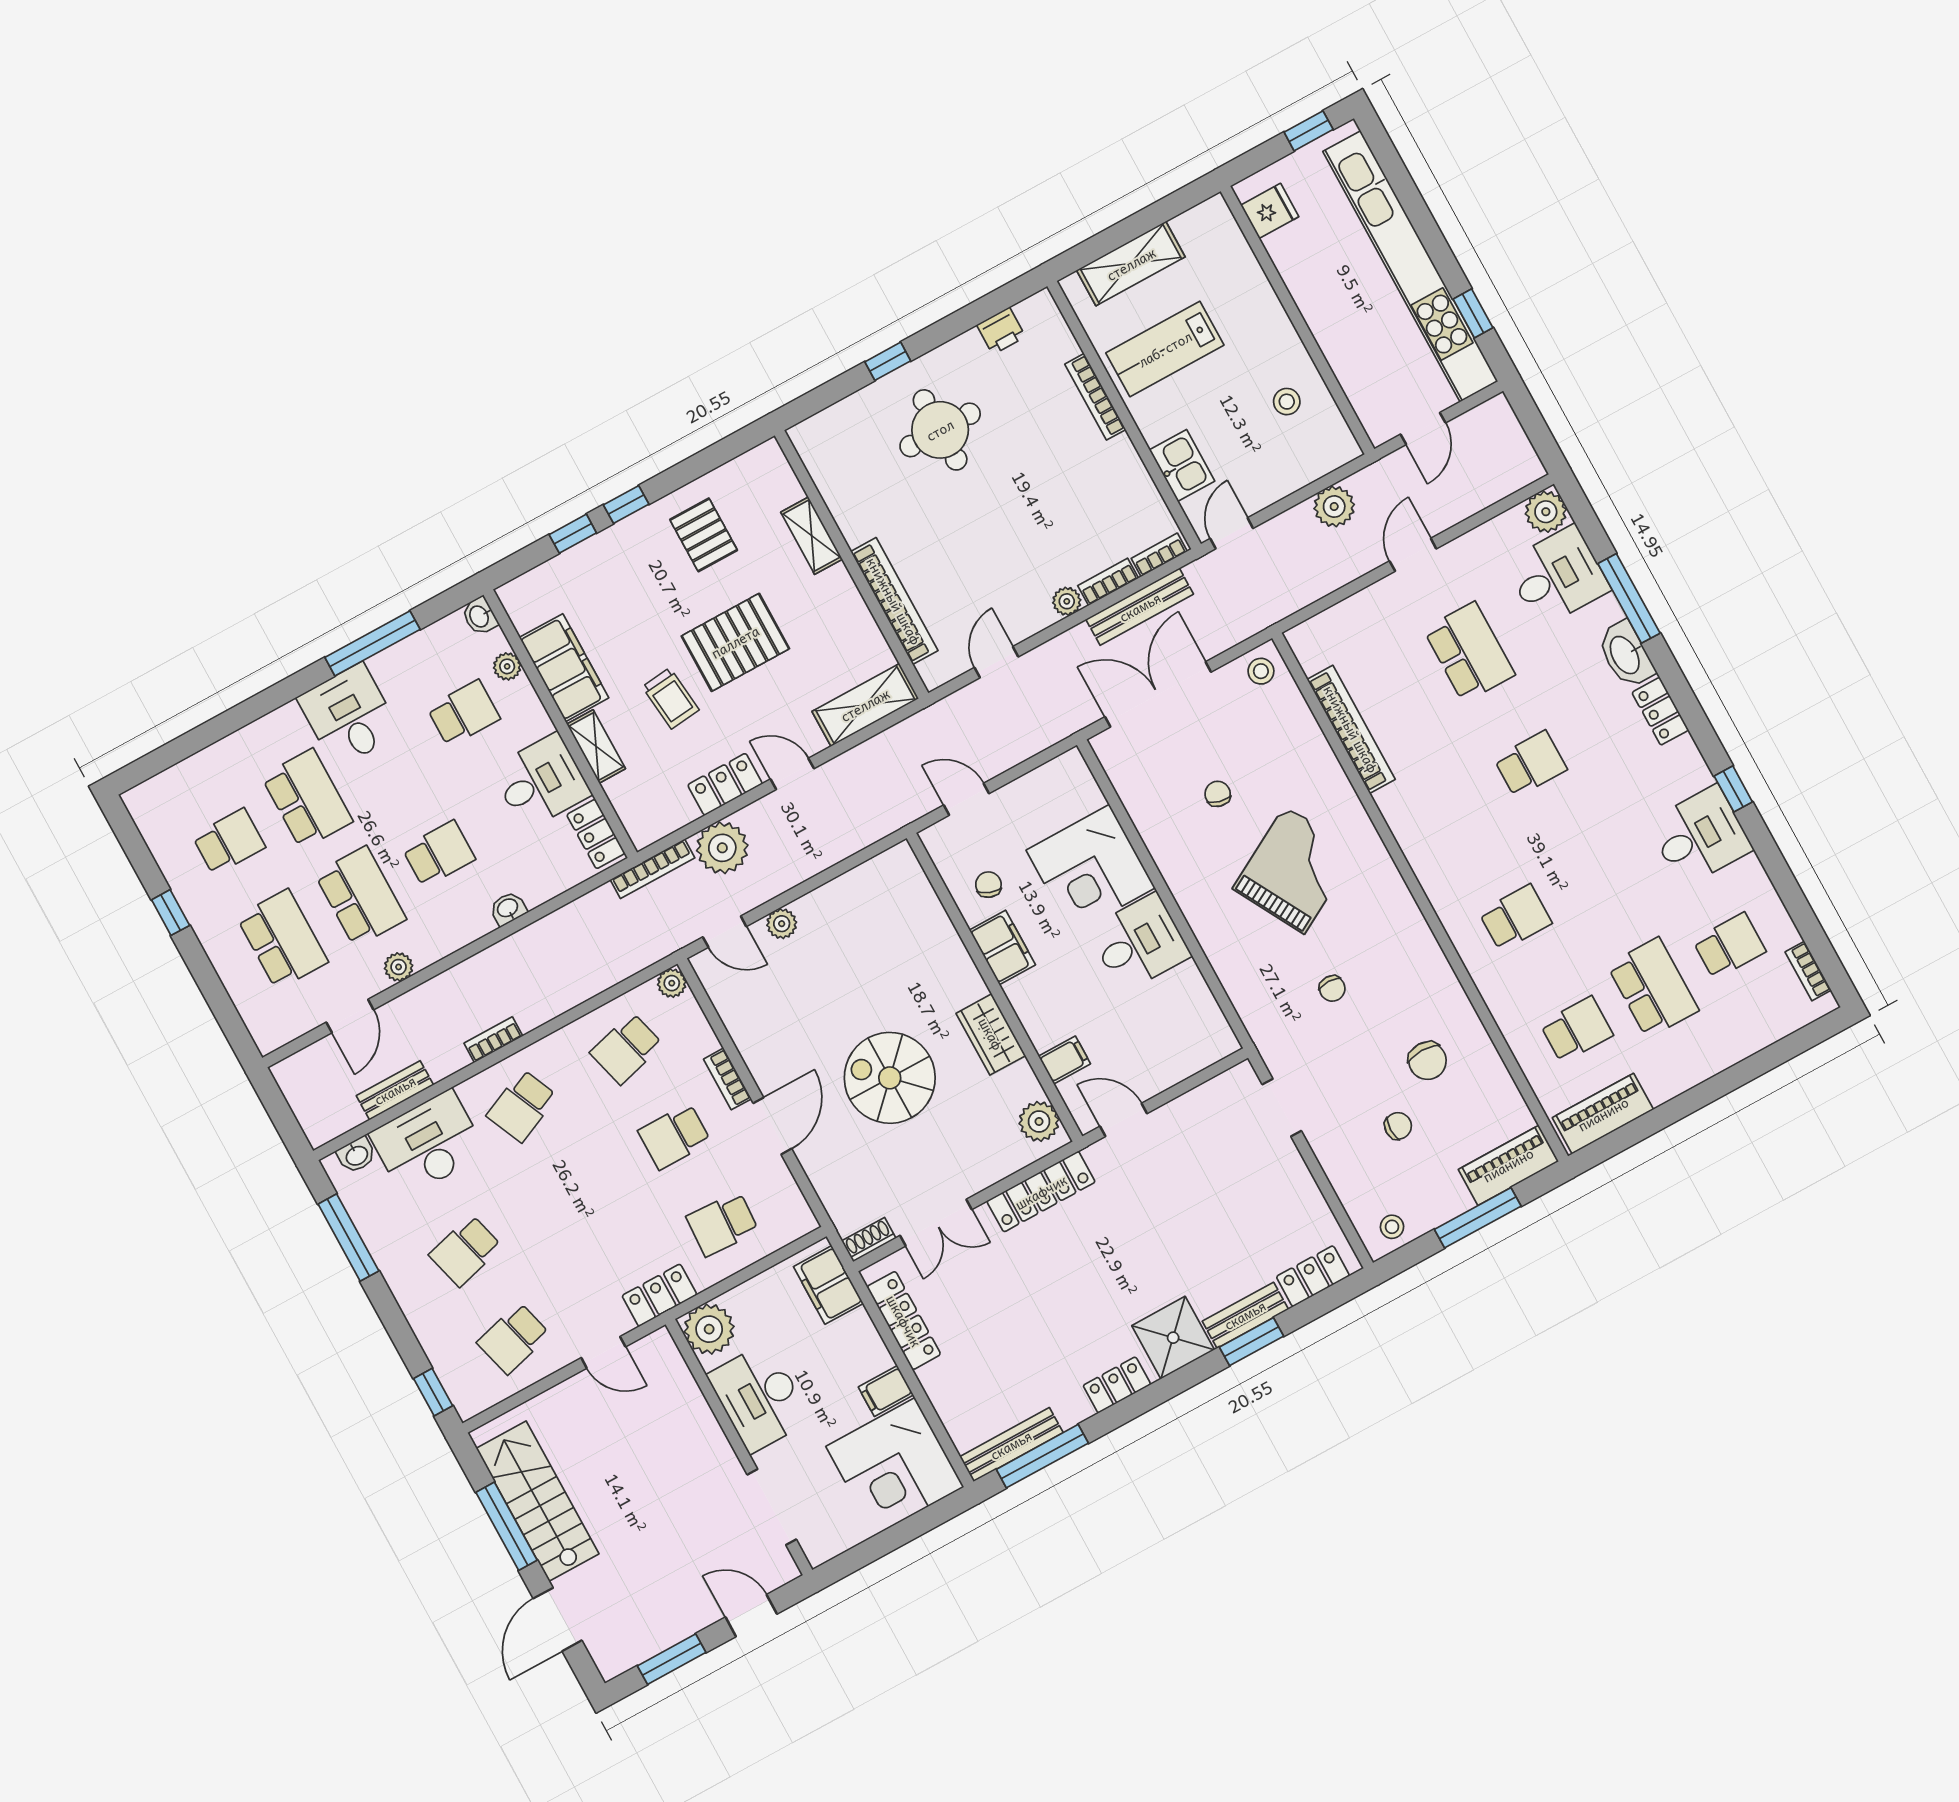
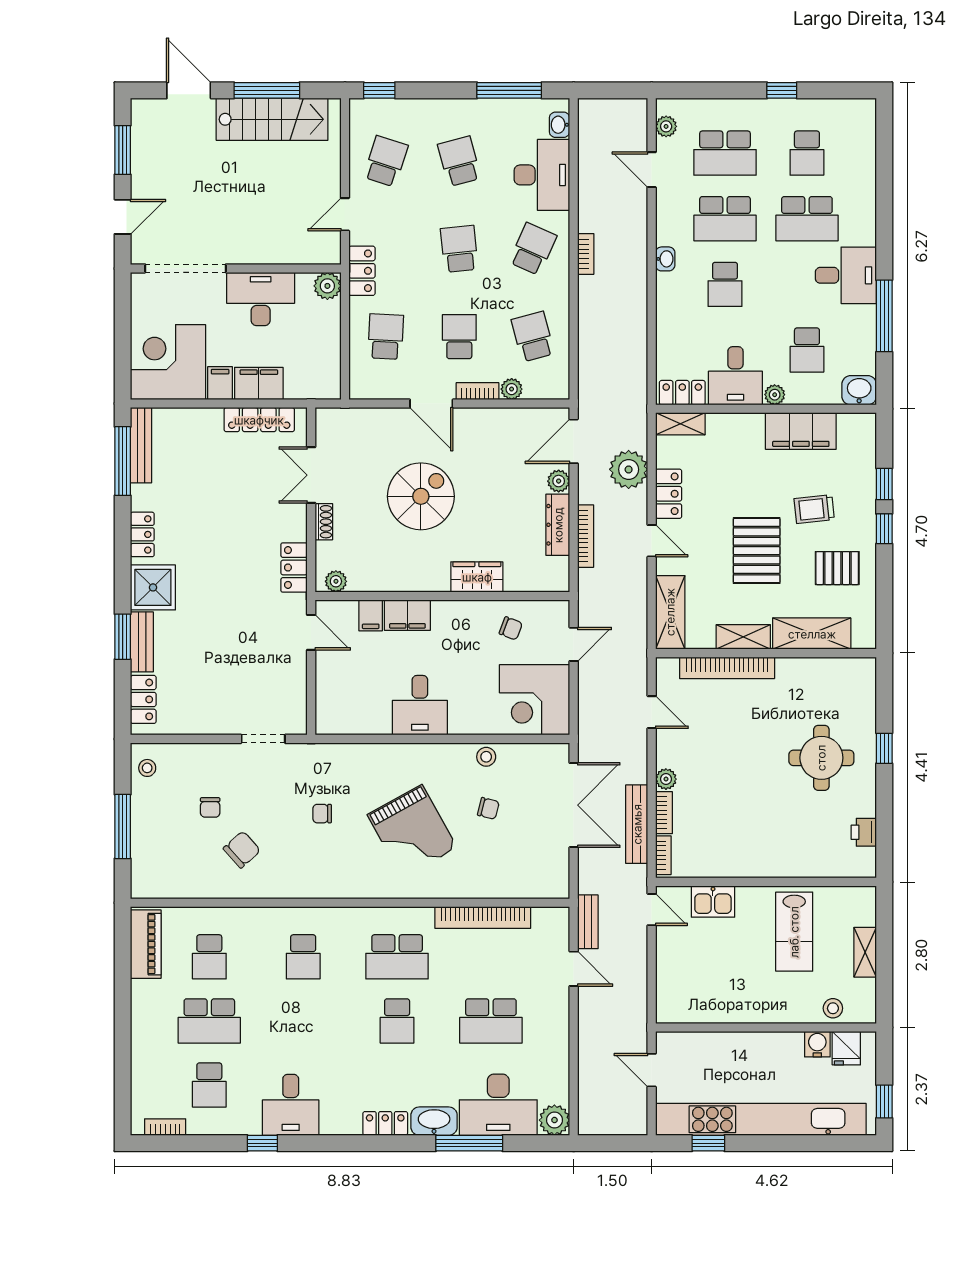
water cooler: (1284, 248) -> (817, 1044), added
shelving: (1131, 264) -> (865, 952), width x0.67, depth x0.75
lab bench: (1165, 349) -> (794, 932), turned 180
bookcase: (1095, 397) -> (788, 870), removed
stool: (1287, 402) -> (833, 1008), moved
plant: (1334, 507) -> (633, 985), removed
shelving: (812, 536) -> (812, 634), width x1.50, depth x1.33
door: (1413, 555) -> (574, 969), moved
desk: (1557, 576) -> (498, 1105), width x1.37
shelving: (847, 602) -> (743, 637), added
washbasin: (480, 616) -> (859, 390), width x1.38, depth x1.45
plant: (507, 666) -> (775, 395), moved
stool: (1261, 671) -> (486, 757), moved
trolley: (671, 698) -> (814, 509), moved
shelving: (596, 746) -> (680, 424), moved
door: (792, 774) -> (652, 541), hinge flipped
window: (1733, 789) -> (262, 1143), moved
school desk: (1454, 806) -> (397, 957), added
bookcase: (652, 869) -> (586, 536), moved, turned 180
corner desk: (1091, 869) -> (535, 700), moved, turned -90
dresser: (834, 896) -> (558, 525), added
washbasin: (508, 909) -> (665, 259), moved
door: (725, 932) -> (574, 441), width x1.37
filing cabinet: (1002, 947) -> (407, 615), moved
plant: (399, 967) -> (666, 126), moved
plant: (672, 983) -> (512, 389), moved
wardrobe: (991, 1034) -> (477, 577), moved
chair: (1427, 1061) -> (242, 850), turned 138
bench: (395, 1090) -> (588, 922), moved
school desk: (522, 1106) -> (533, 249), turned 48
door: (1123, 1120) -> (311, 632), hinge flipped
plant: (1039, 1121) -> (336, 581), width x0.73, depth x0.73
piano: (1508, 1165) -> (146, 865), removed
locker: (1041, 1192) -> (294, 567), width x0.66
school desk: (570, 1193) -> (459, 249), added
shoe rack: (869, 1240) -> (324, 522), moved
filing cabinet: (828, 1285) -> (259, 384), moved
plant: (709, 1329) -> (327, 286), width x0.73, depth x0.73
school desk: (513, 1338) -> (386, 161), turned 33
doorway: (772, 1507) -> (185, 268), width x1.36

